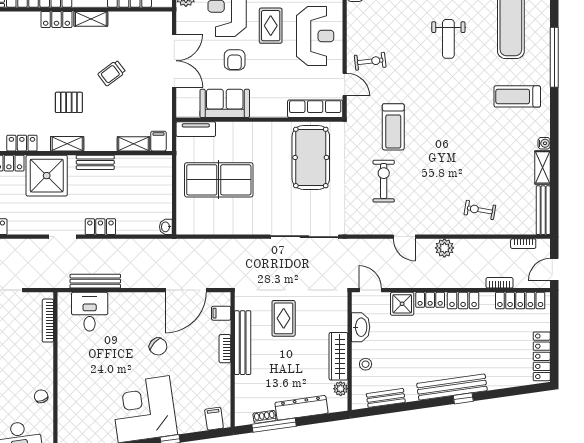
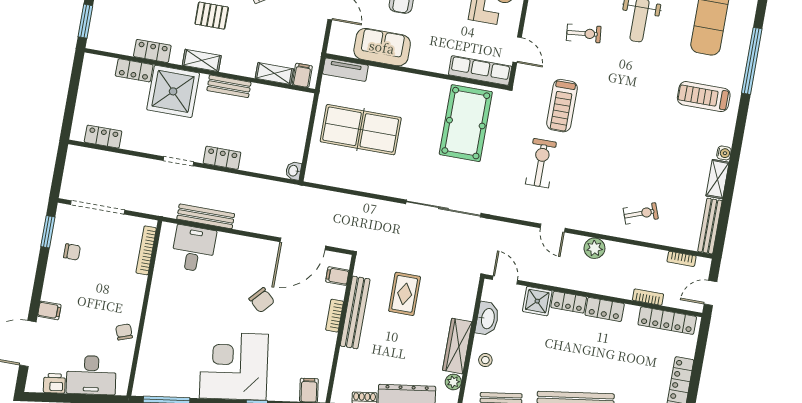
exercise bike: (370, 61) -> (584, 33), moved
exercise bike: (480, 210) -> (641, 213), turned 150

